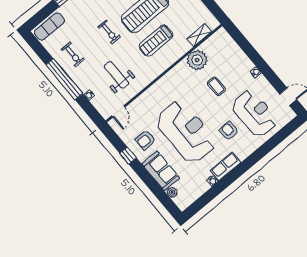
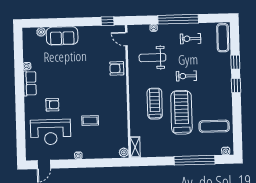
shelving: (199, 35) -> (135, 147), moved
plant: (197, 60) -> (124, 152), moved, width x0.53, depth x0.53
weight bench: (117, 75) -> (152, 58), turned 180
reception desk: (186, 132) -> (75, 75), removed
armchair: (146, 140) -> (117, 68), moved, turned -90
window: (128, 155) -> (107, 21), moved

